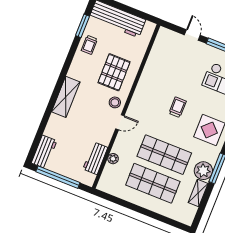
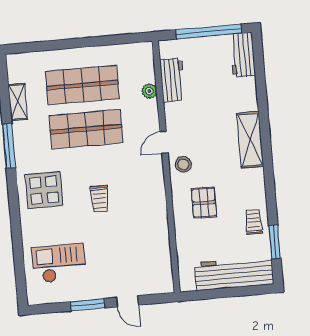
pallet: (114, 72) -> (204, 203), width x0.67, depth x0.71
plant: (203, 171) -> (25, 134), removed

